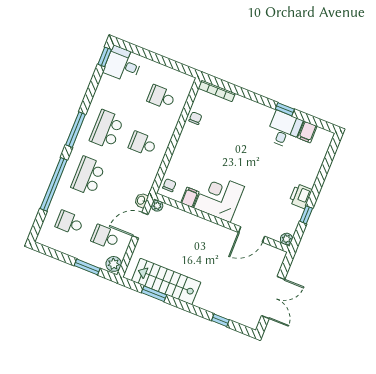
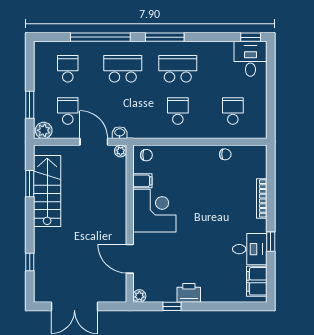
bookcase: (217, 91) -> (262, 198), moved
filing cabinet: (307, 132) -> (257, 281), width x2.00

